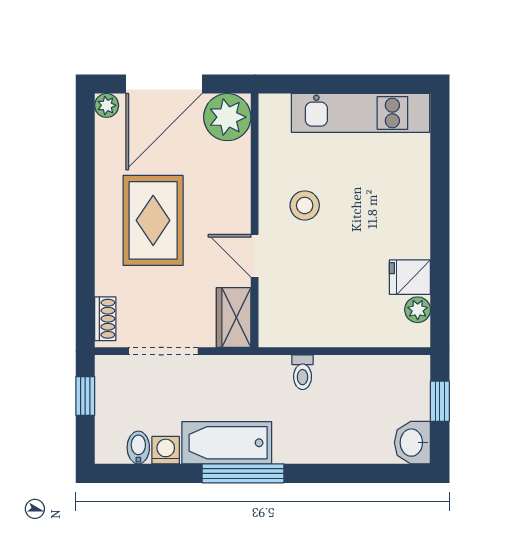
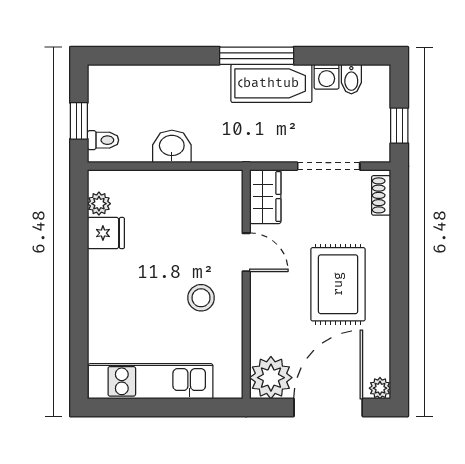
toilet: (303, 372) -> (103, 140), moved, turned 90
washbasin: (412, 443) -> (172, 146), moved, turned -90

